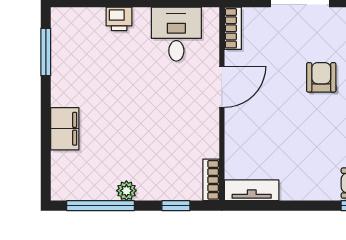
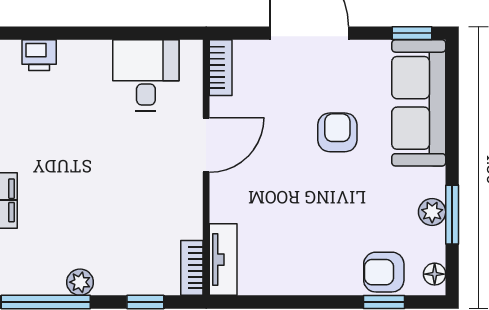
printer: (119, 19) -> (39, 55), moved
tv unit: (252, 190) -> (223, 260), moved, turned 90

